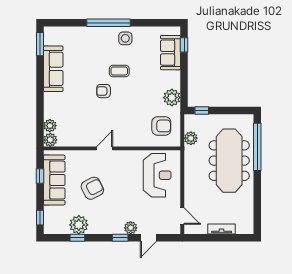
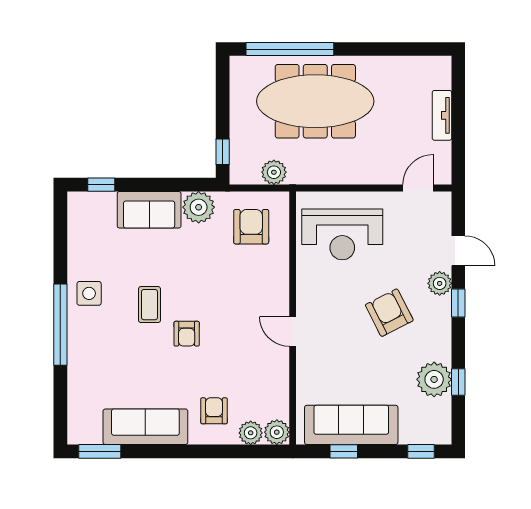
sofa: (171, 53) -> (149, 210), moved
armchair: (62, 106) -> (214, 411), added
reception desk: (157, 175) -> (342, 234), turned 180
armchair: (92, 188) -> (389, 313), moved

